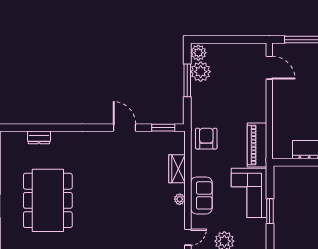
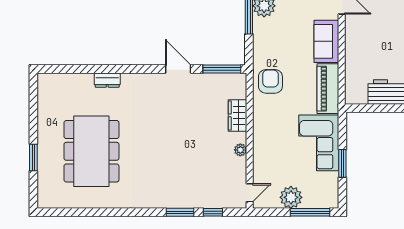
window: (163, 128) -> (222, 69), width x1.44
dresser: (39, 137) -> (107, 80), moved
sofa: (201, 195) -> (326, 41), moved, turned 180

